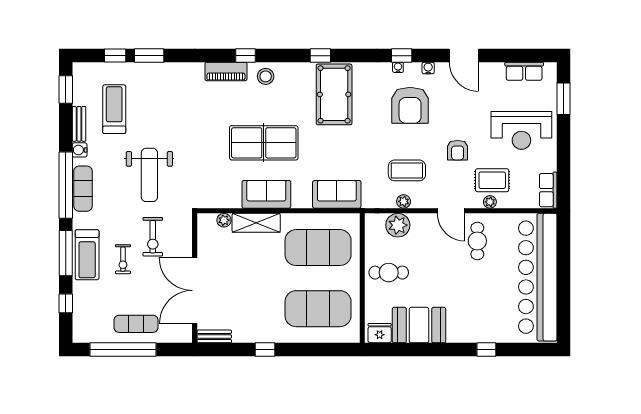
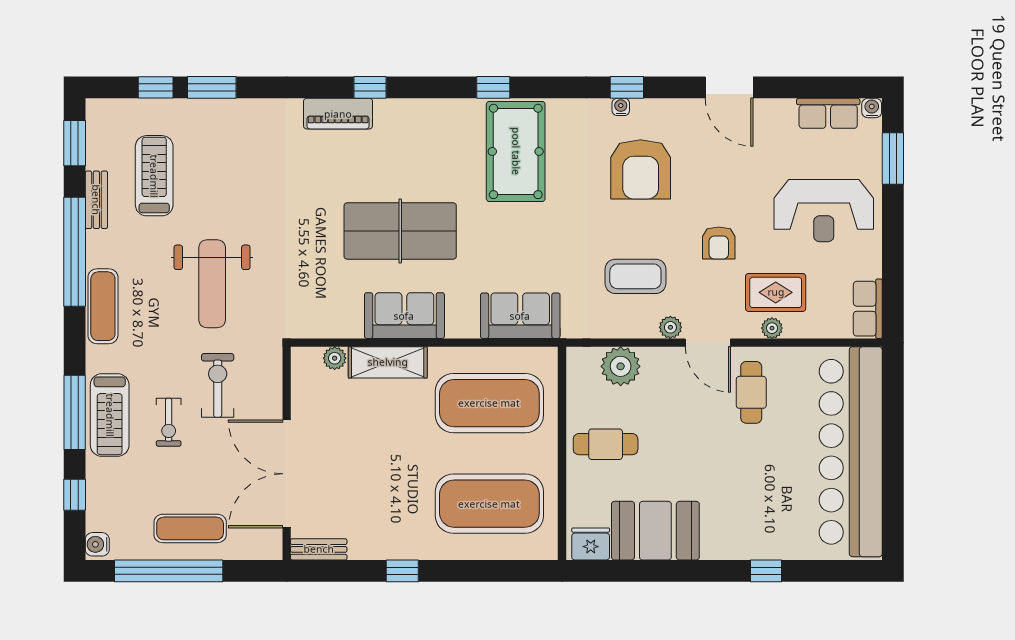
water cooler: (428, 68) -> (872, 108), moved
stool: (266, 76) -> (403, 122), removed
water cooler: (80, 150) -> (97, 544), moved
window: (66, 185) -> (75, 252), moved
plant: (404, 201) -> (670, 327), moved
exercise bike: (153, 237) -> (218, 385), turned 180

